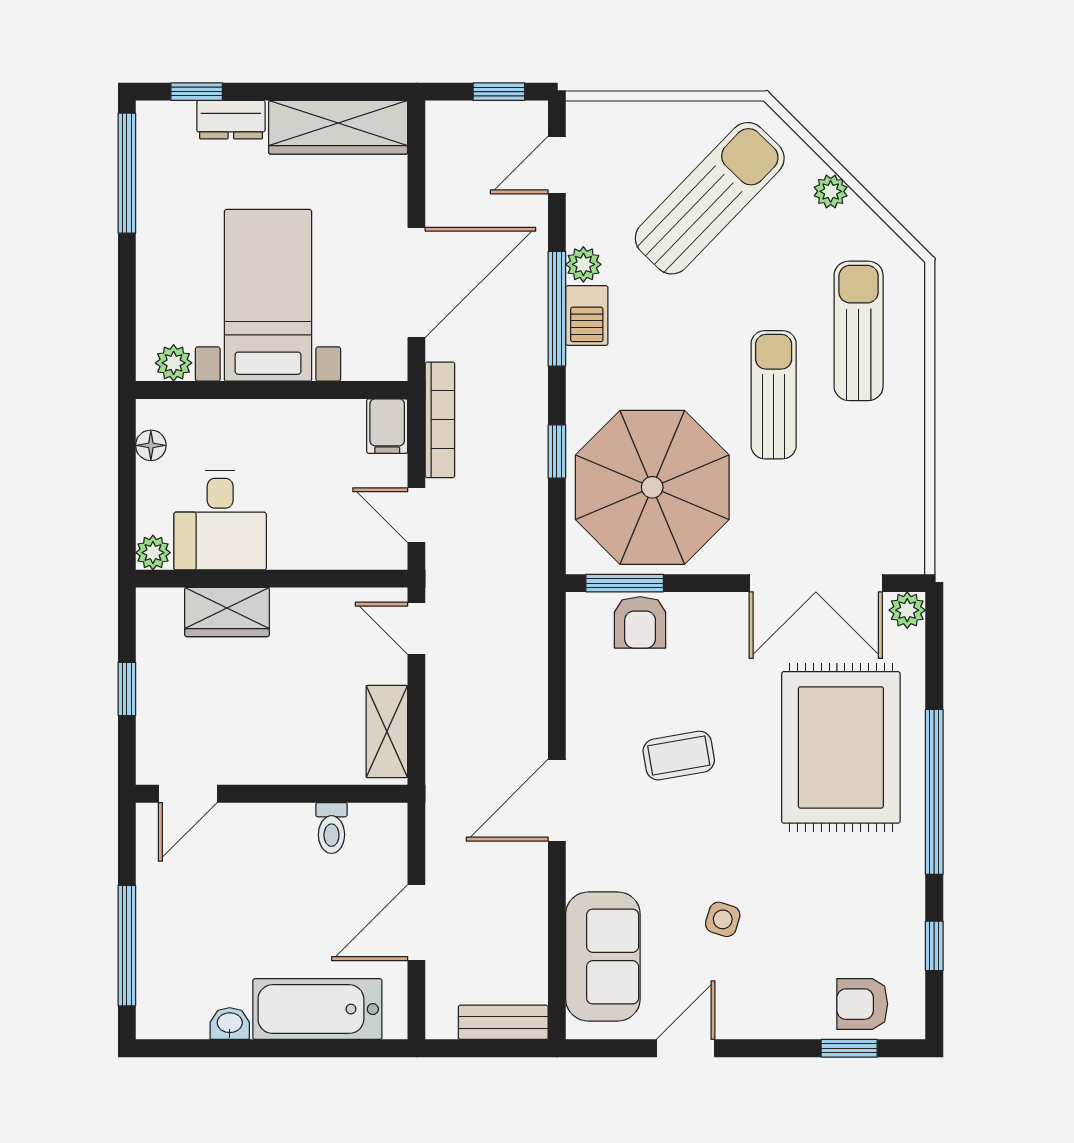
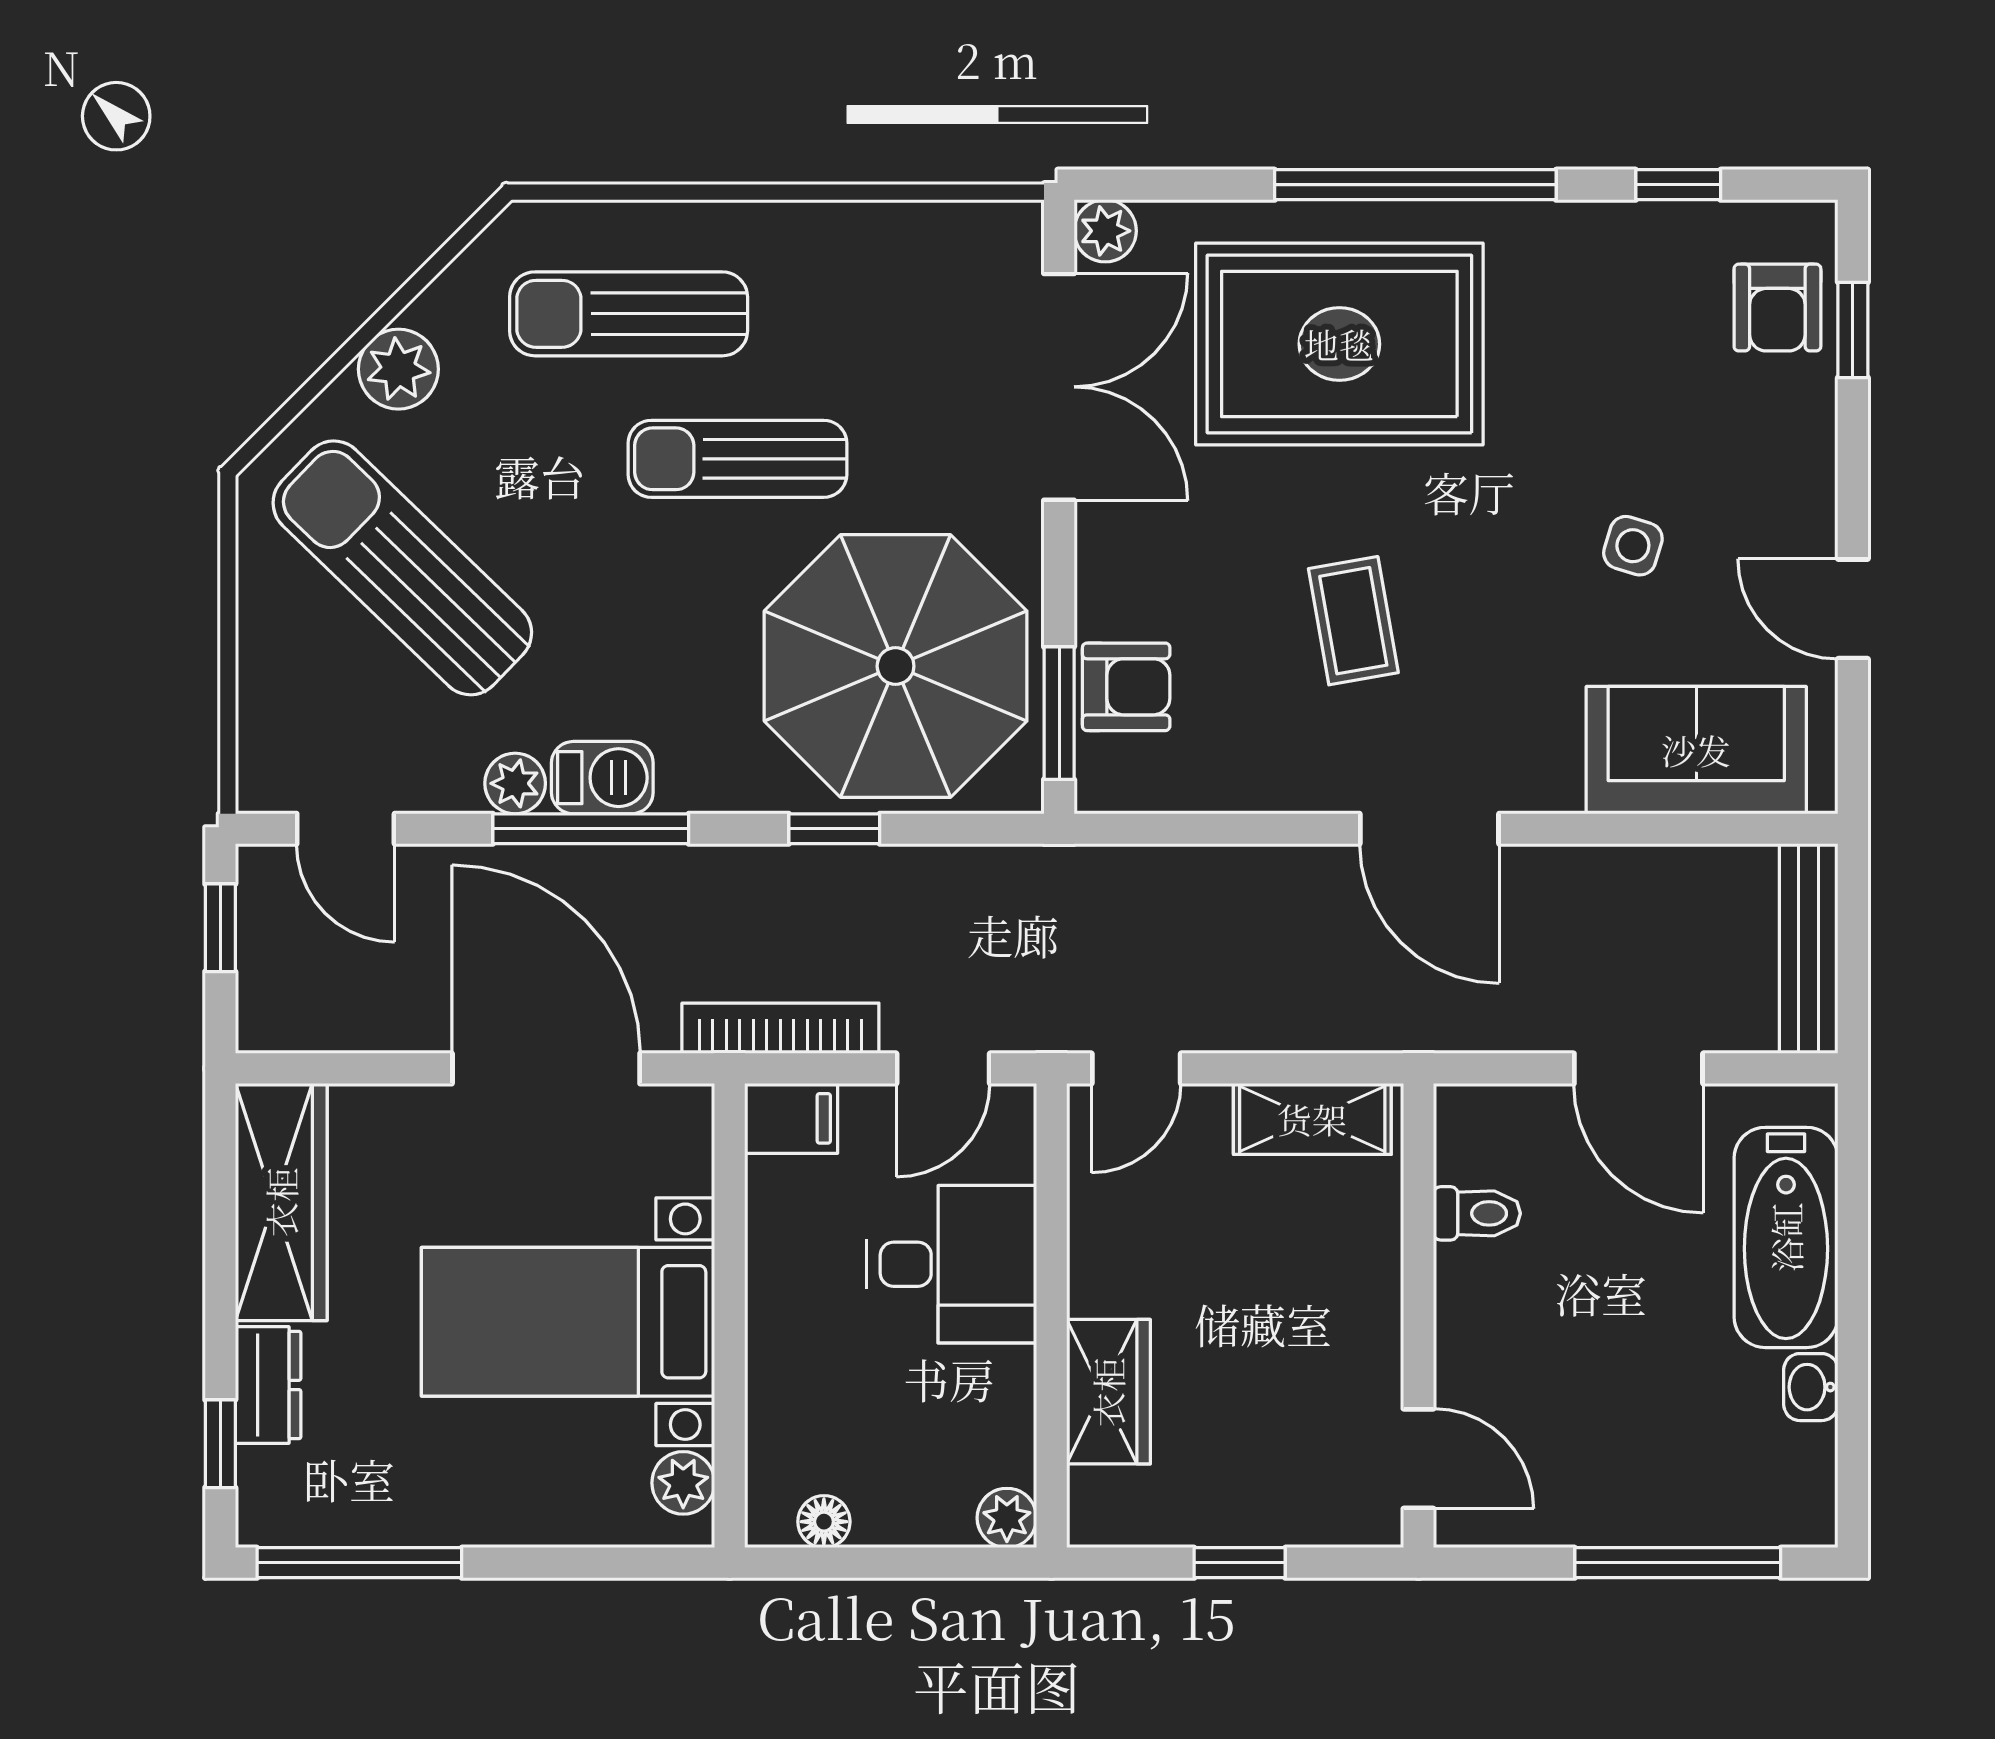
plant: (831, 191) -> (398, 369), width x1.38, depth x1.38
desk: (220, 520) -> (952, 1264), moved
bench: (503, 1022) -> (1809, 948), width x1.36

